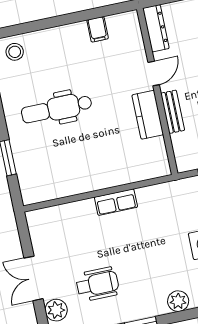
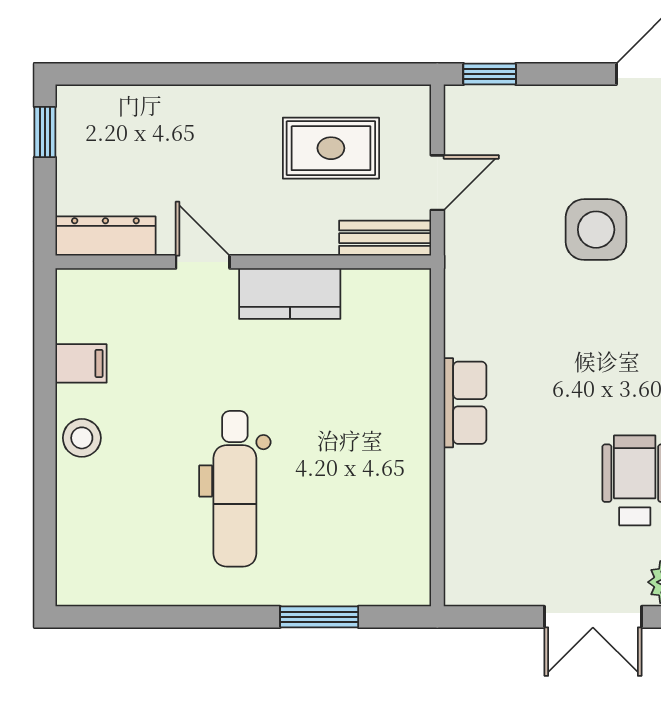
stool: (15, 52) -> (82, 438), moved
bench: (173, 112) -> (385, 238), moved

